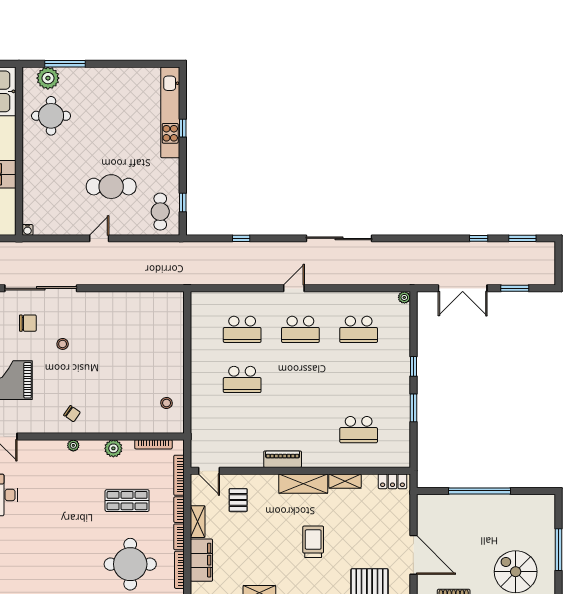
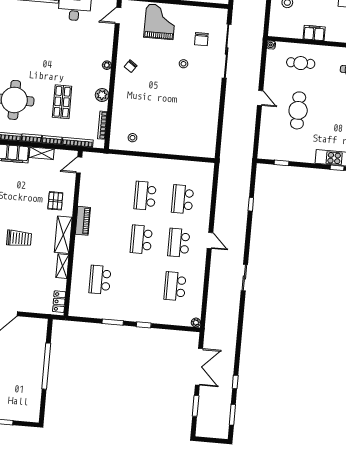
cafe table: (160, 212) -> (301, 63), moved
sliding door: (339, 238) -> (244, 278), width x0.54
double door: (463, 288) -> (199, 367), swing flipped
school desk: (300, 379) -> (141, 239), added
pallet: (238, 500) -> (55, 201), moved, turned 90

